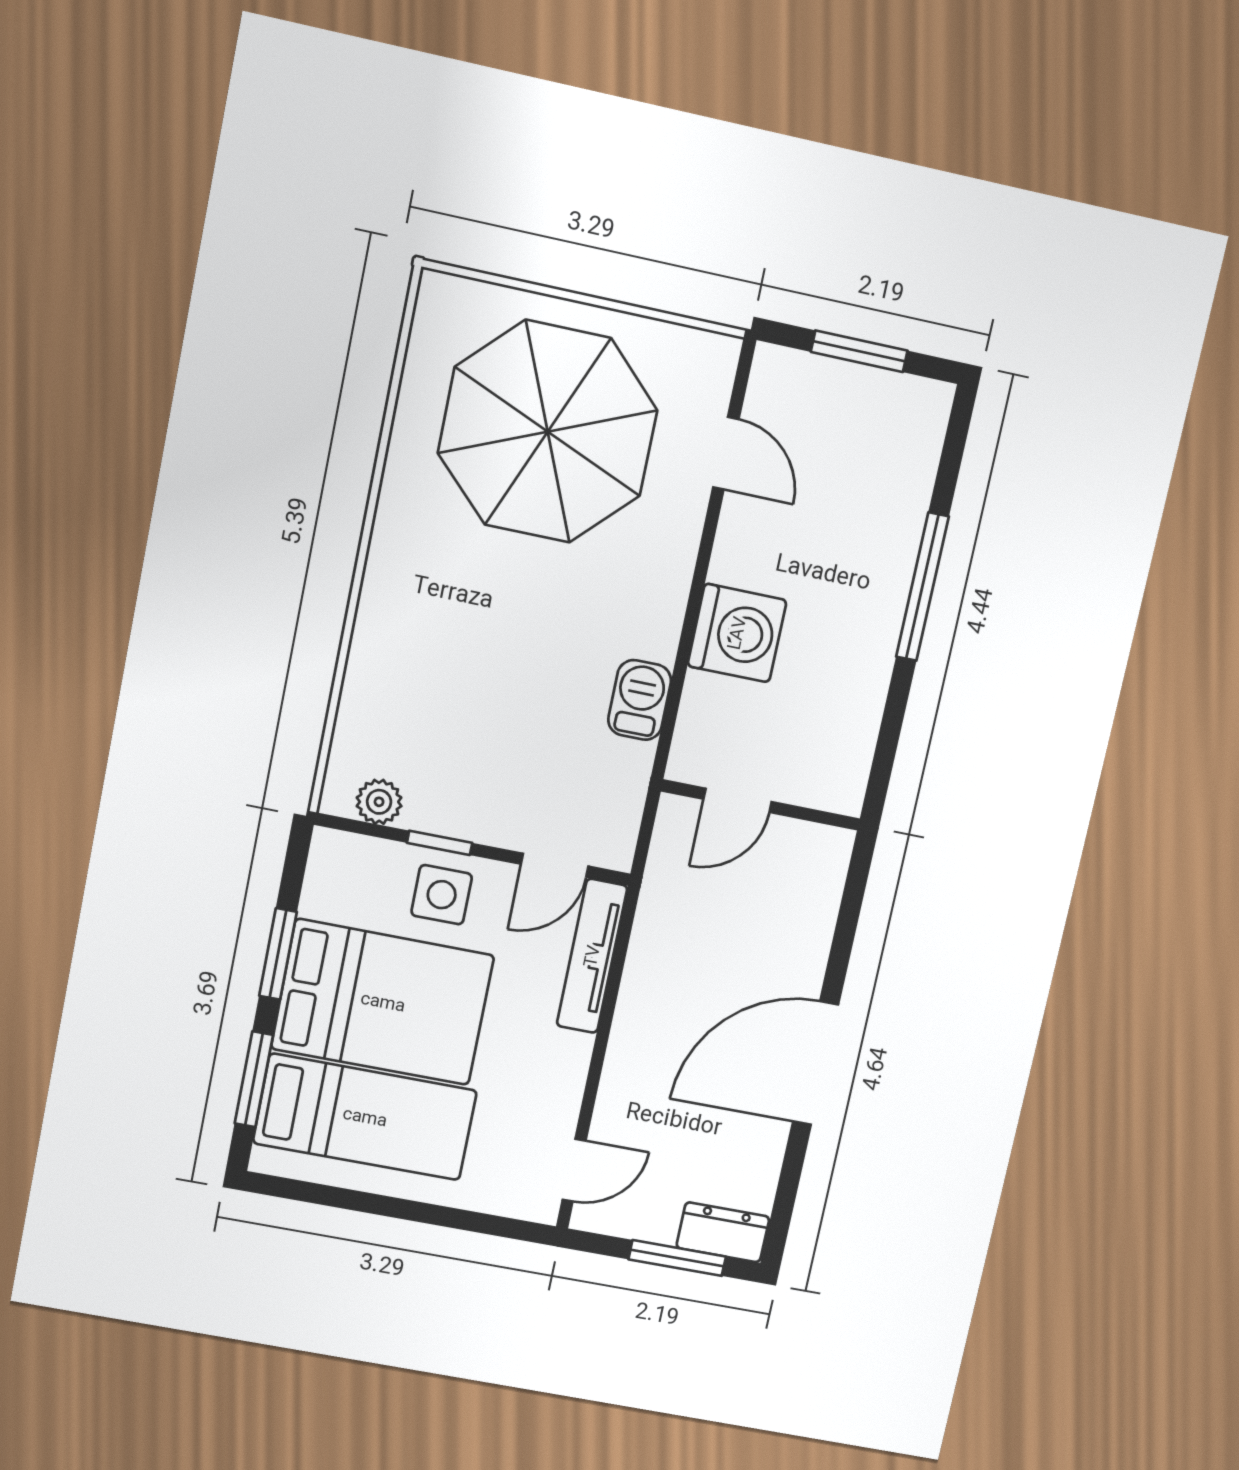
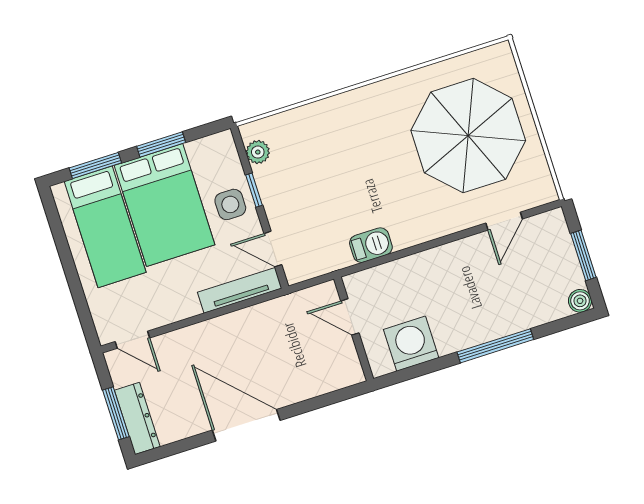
boiler: (931, 401) -> (580, 301), added
washing machine: (737, 633) -> (411, 344), moved, turned 180
dresser: (723, 1232) -> (137, 418), width x1.44

